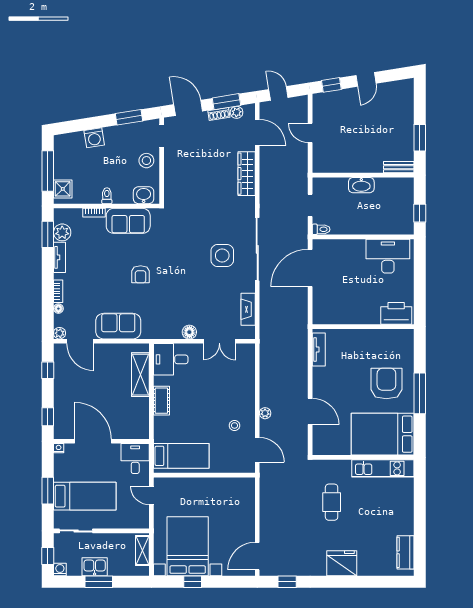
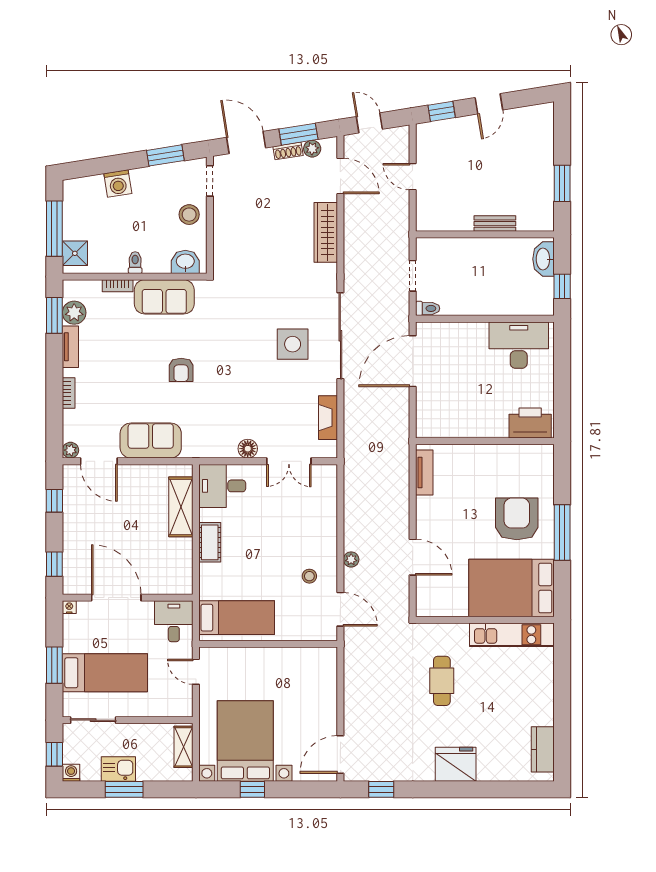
bench: (399, 167) -> (495, 224), moved
washbasin: (361, 185) -> (544, 259), moved, turned 90
floor lamp: (58, 309) -> (69, 417), removed

